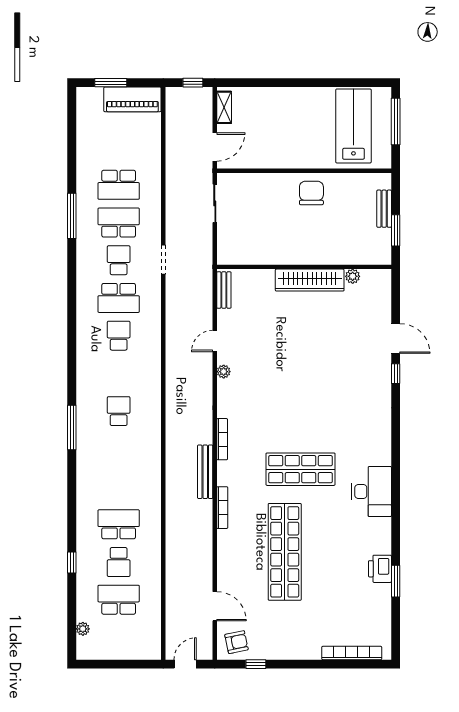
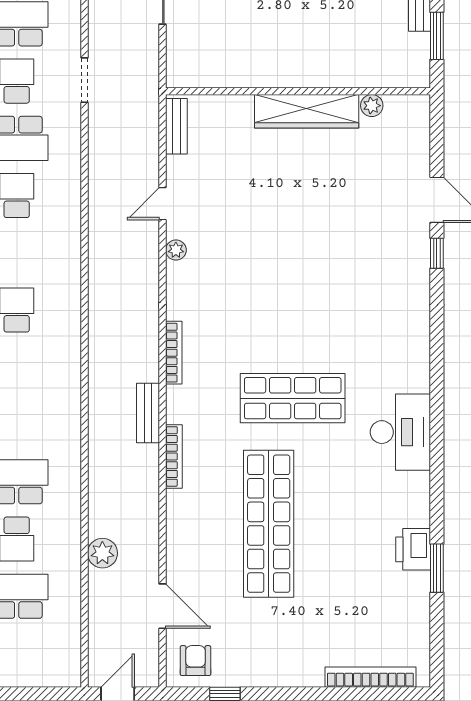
bench: (205, 472) -> (148, 413), width x0.73
plant: (175, 571) -> (102, 553), added
armchair: (236, 642) -> (196, 661), turned -78

